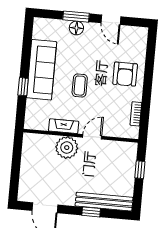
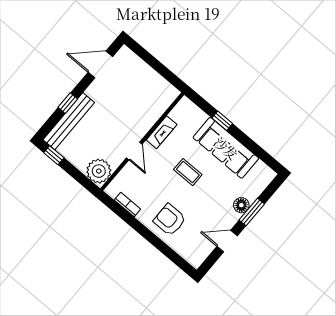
plant: (67, 148) -> (99, 171), moved
window: (140, 170) -> (54, 155), moved

